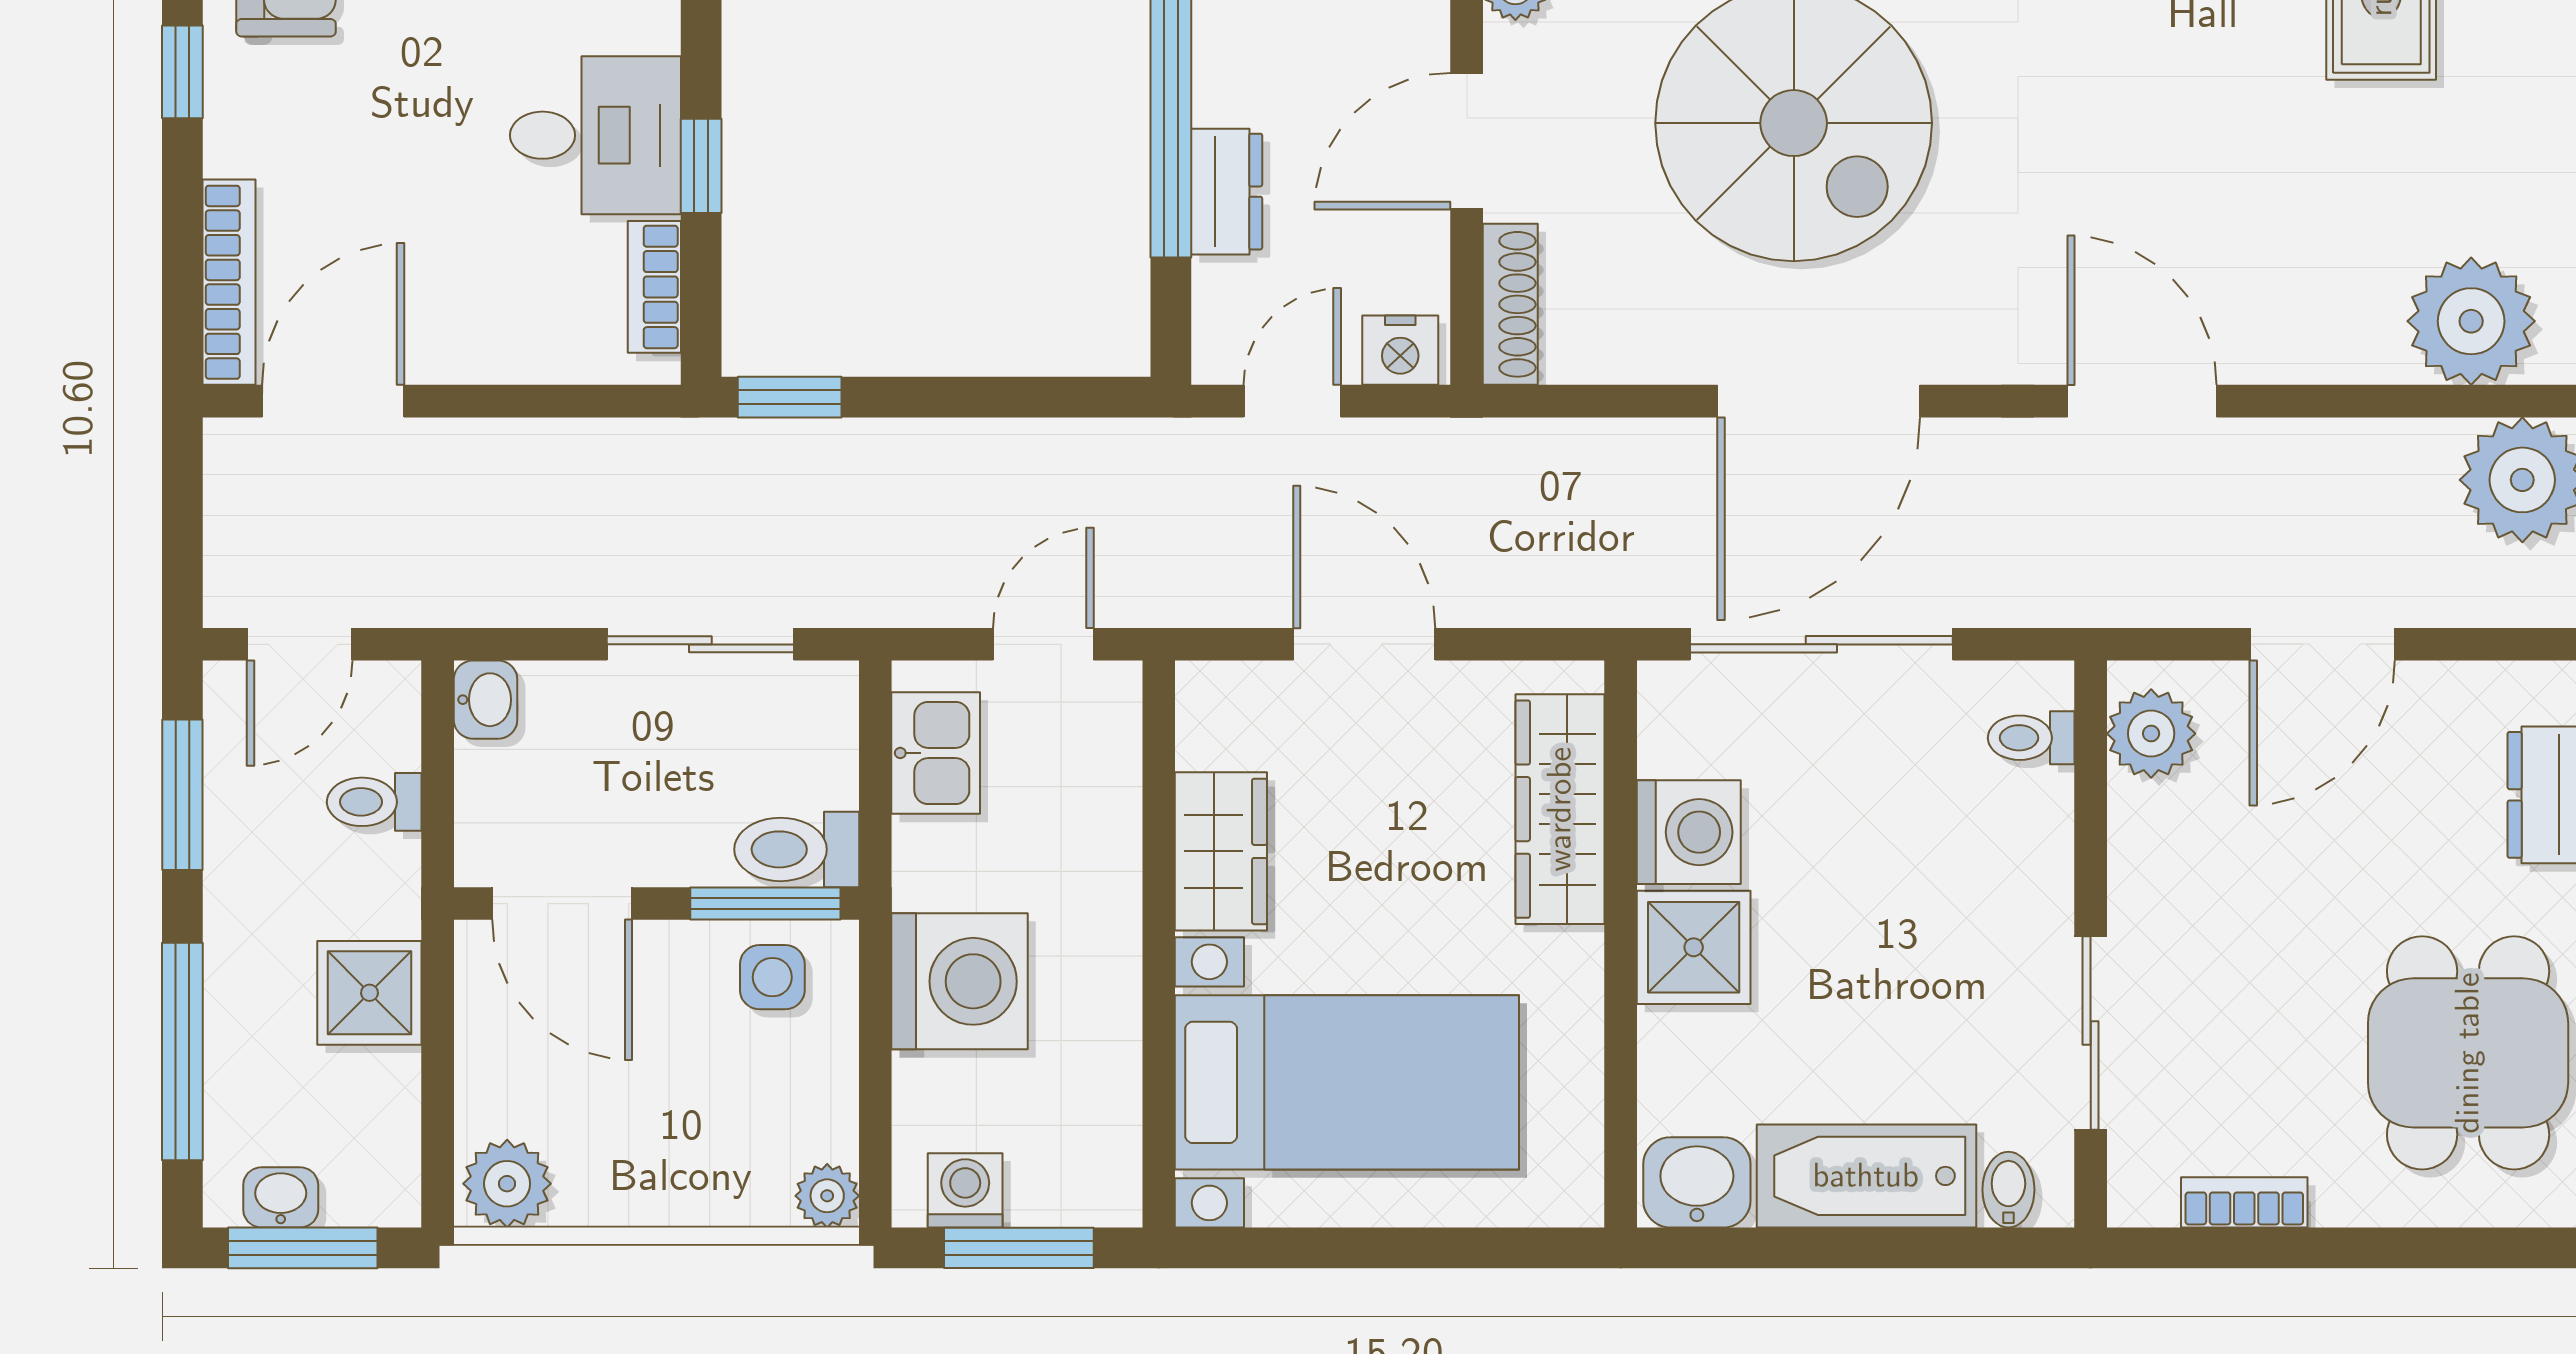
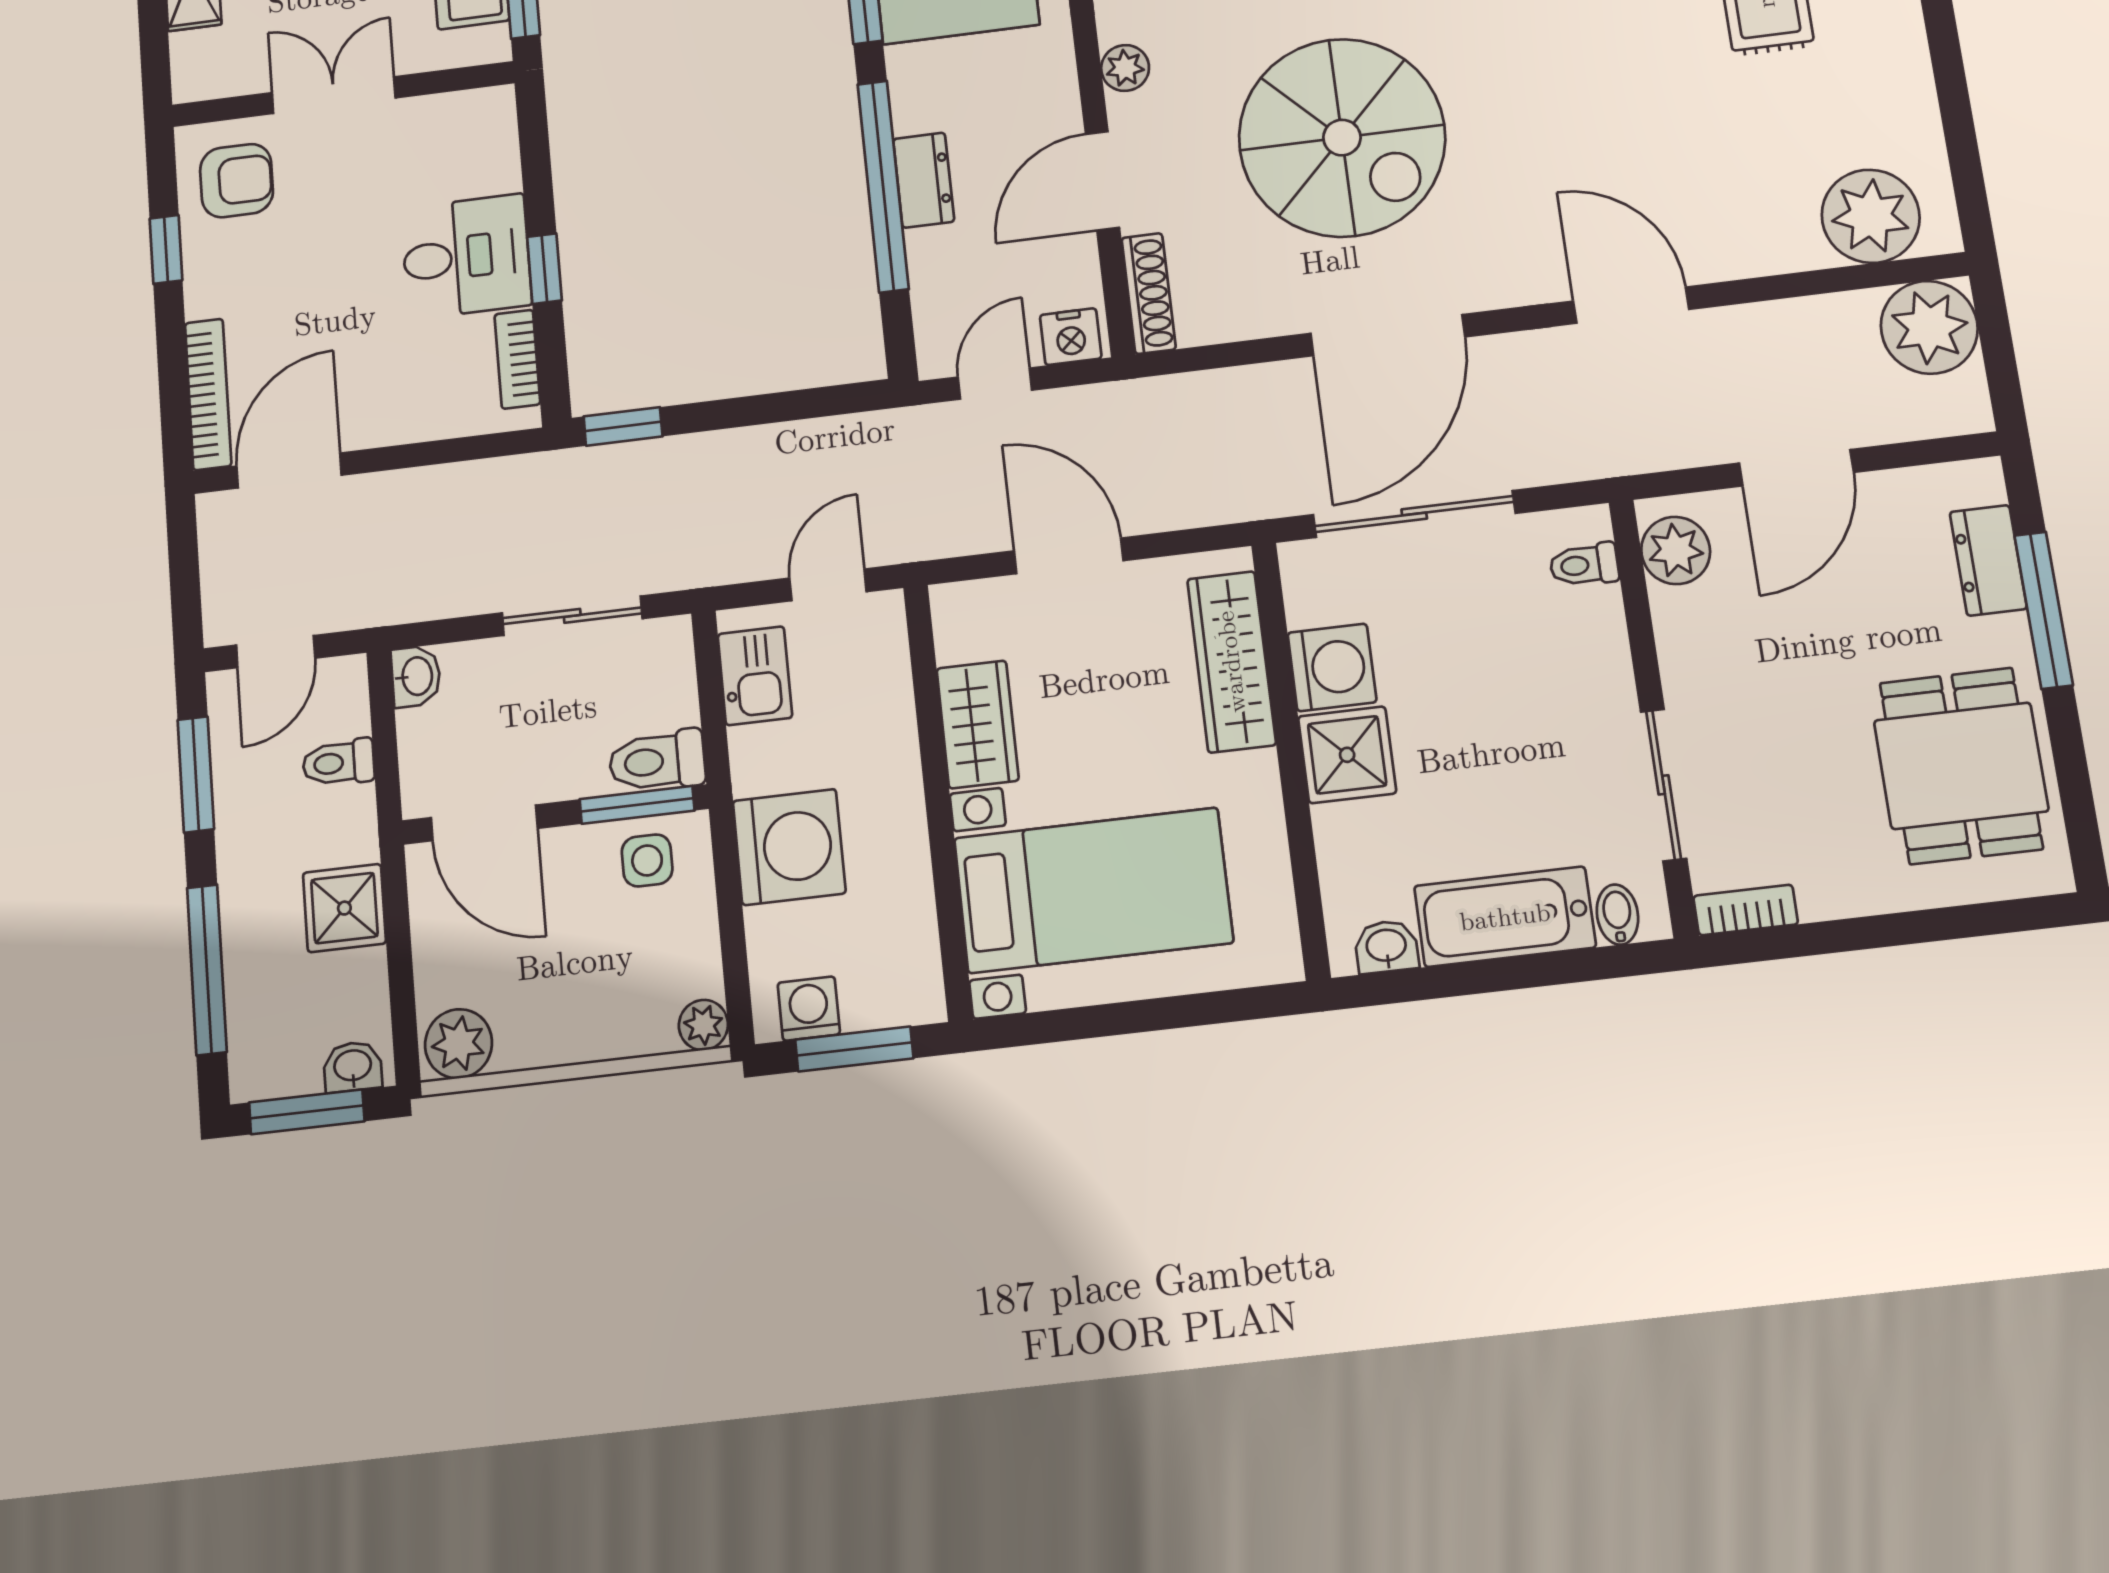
dresser: (1227, 192) -> (924, 180), moved
washbasin: (1697, 1182) -> (1386, 947), width x0.72, depth x0.69
washbasin: (281, 1197) -> (353, 1067), moved
bookcase: (2244, 1202) -> (1746, 910), moved

